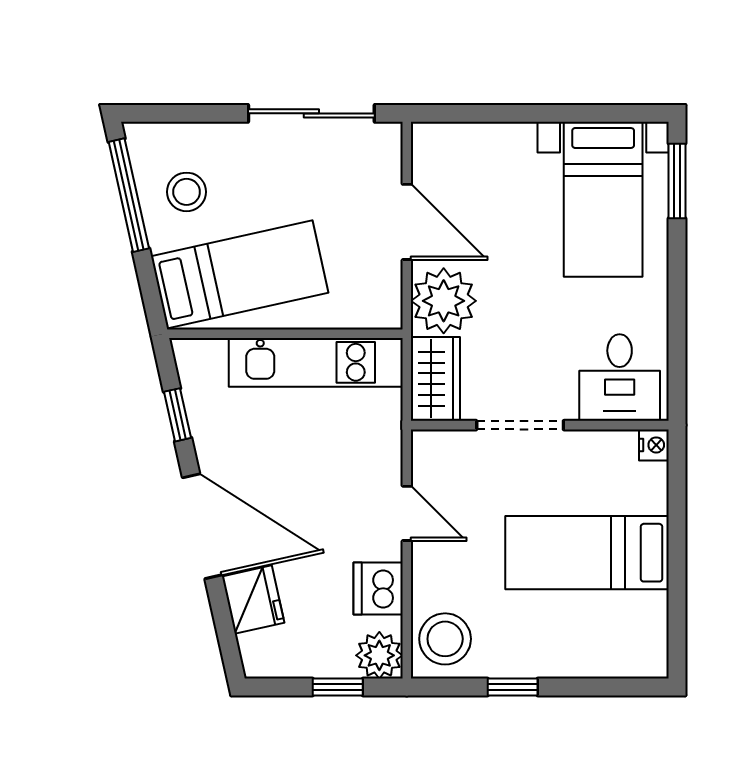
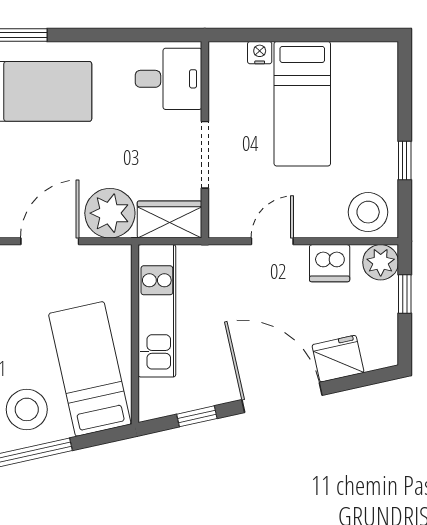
stool: (187, 192) -> (27, 409), width x1.38, depth x1.38
nightstand: (654, 445) -> (260, 53), moved
door: (202, 526) -> (282, 397), hinge flipped

